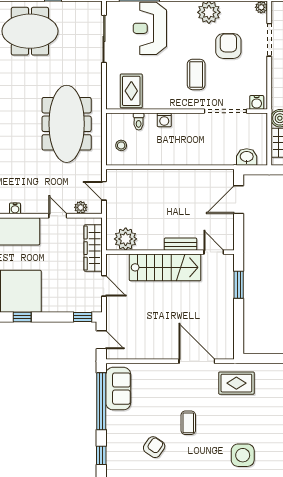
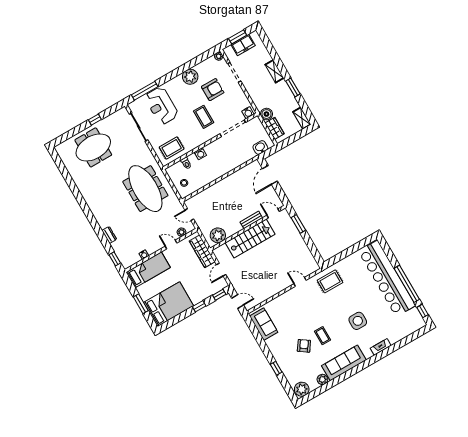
armchair: (228, 46) -> (213, 90), turned 90
rug: (131, 91) -> (172, 148), turned 90
door: (104, 286) -> (221, 270), swing flipped
window: (22, 317) -> (199, 306), moved
door: (197, 361) -> (300, 282), width x0.53
window: (101, 401) -> (258, 337), removed
coffee table: (188, 423) -> (323, 336), moved

